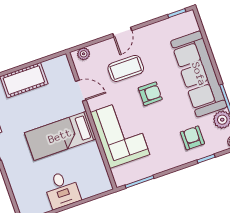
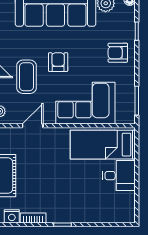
bed: (60, 136) -> (103, 145), moved, turned 90
armchair: (192, 138) -> (118, 53), moved

